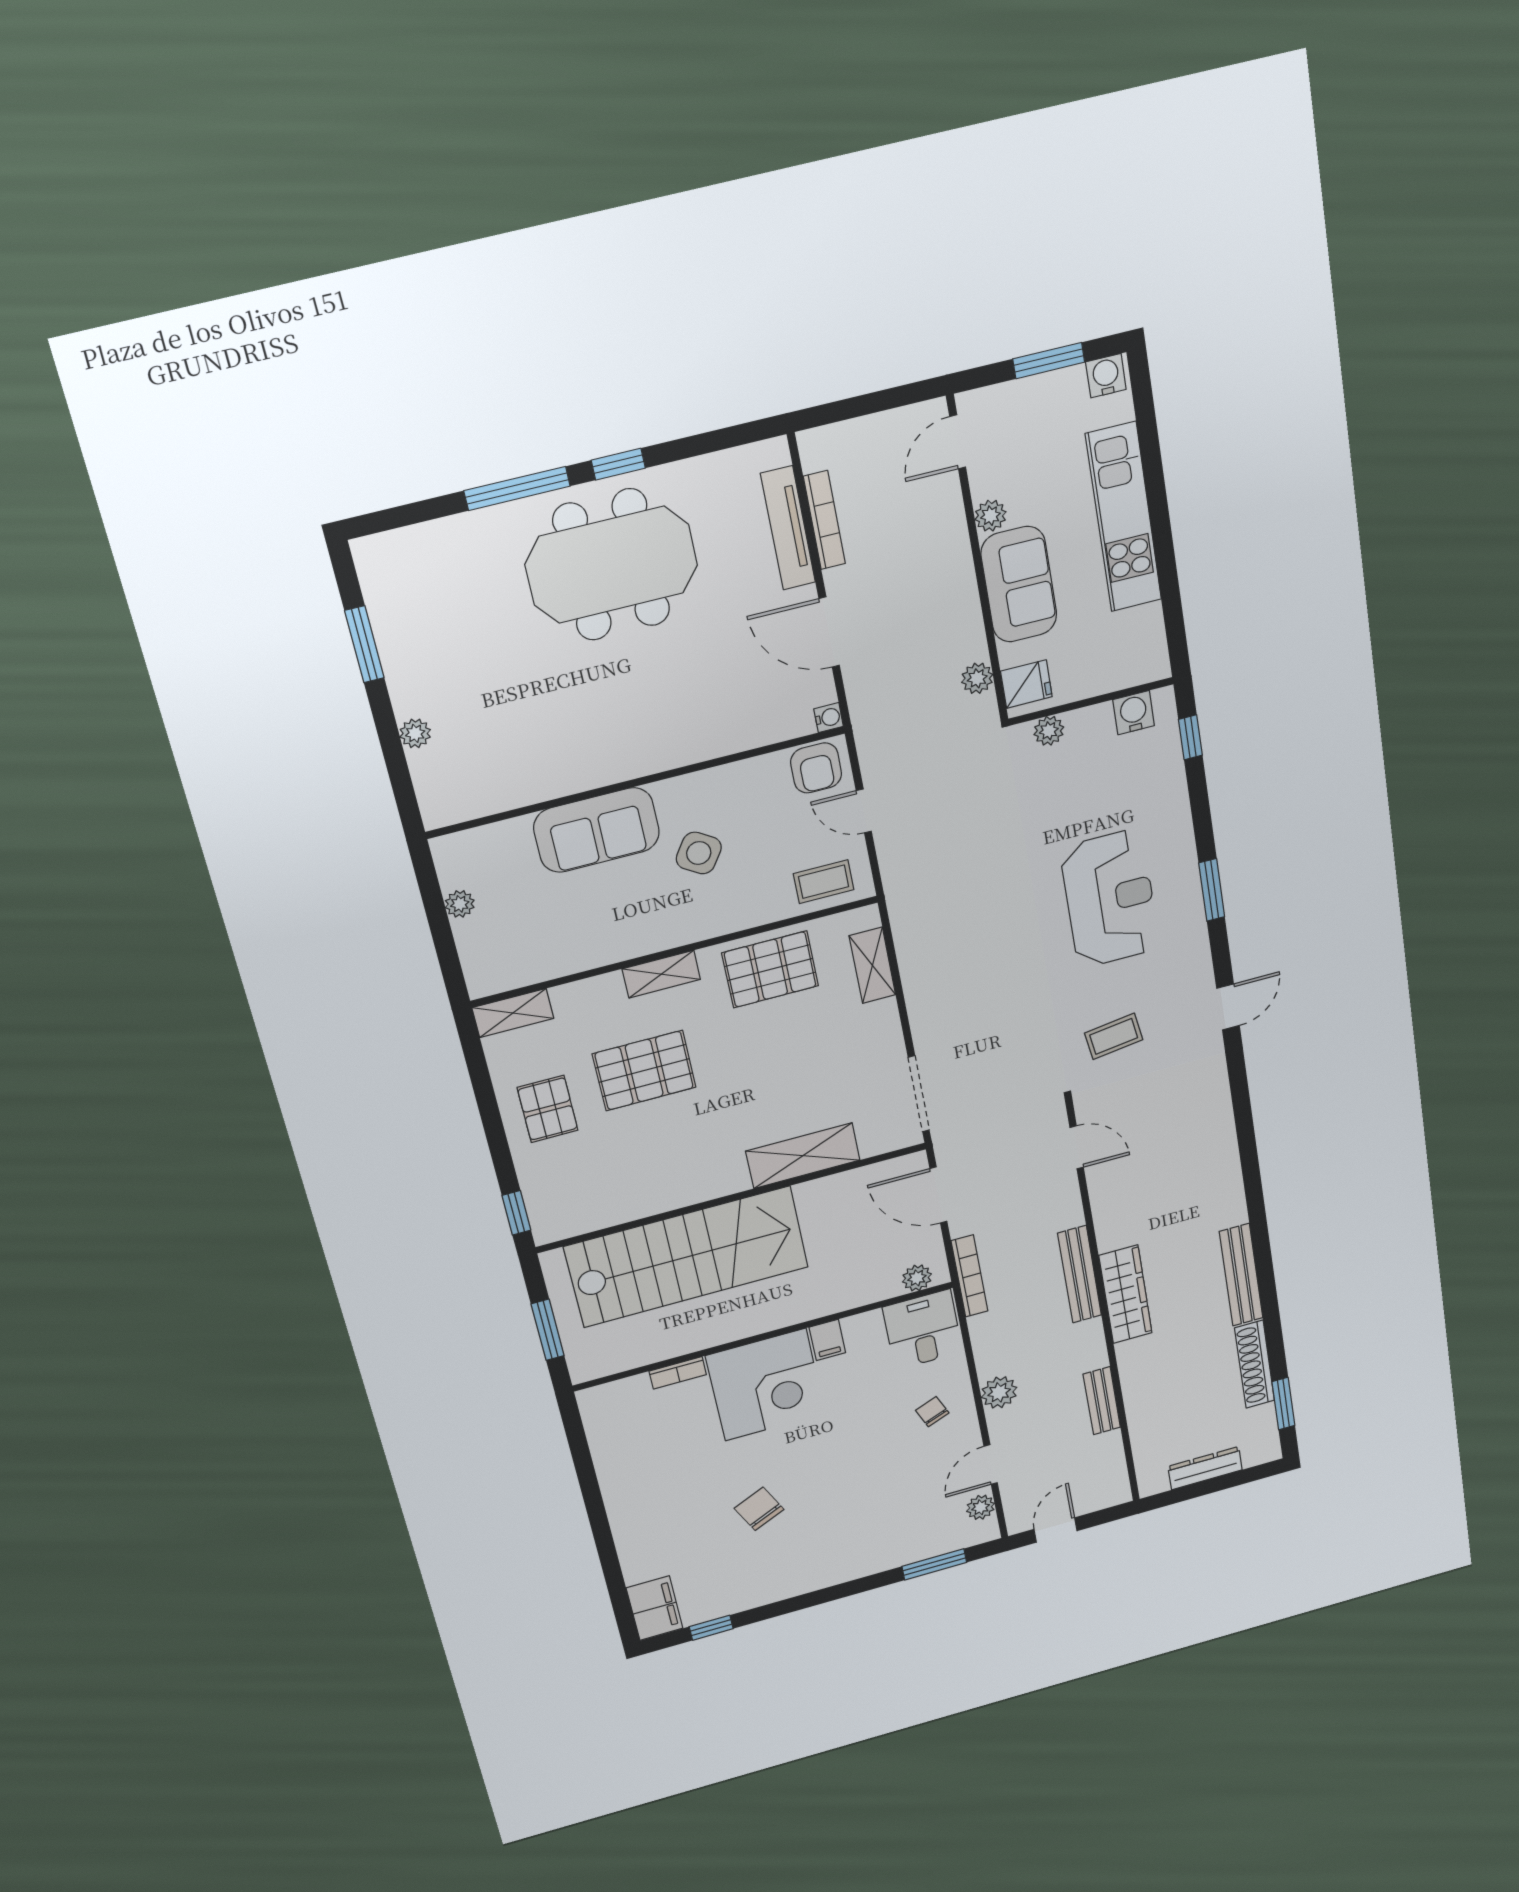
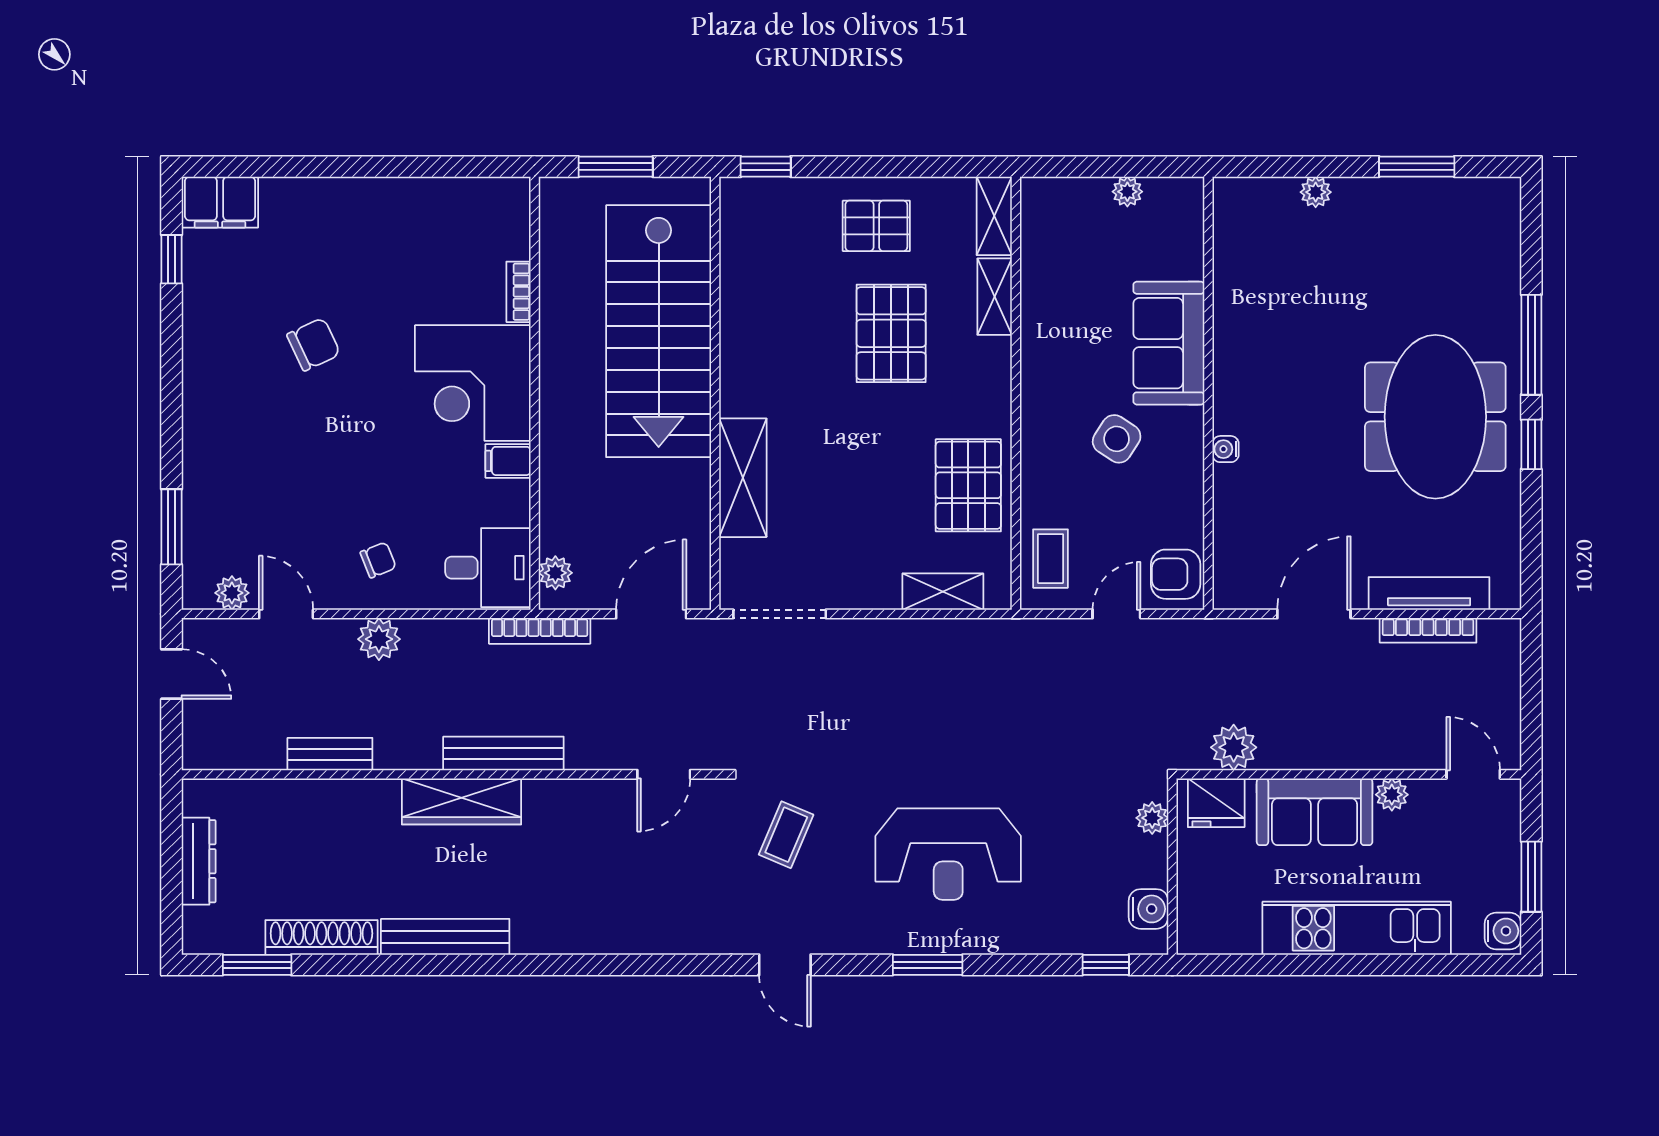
plant: (977, 678) -> (1234, 747), width x1.38, depth x1.38
fridge: (1026, 684) -> (1216, 803), width x1.38
water cooler: (829, 718) -> (1226, 449), moved, turned 90
shelving: (661, 974) -> (995, 297), moved
coffee table: (1114, 1036) -> (786, 835), turned 31

